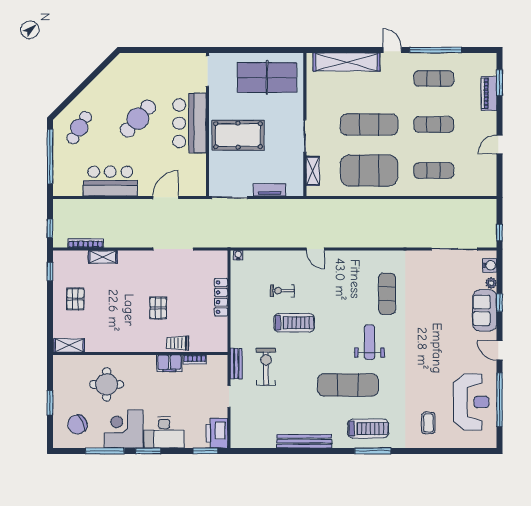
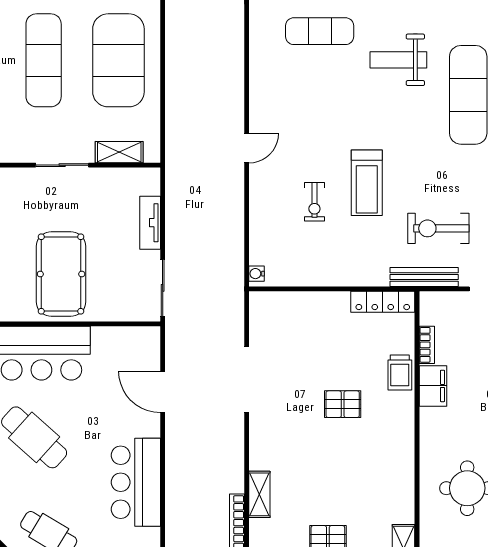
locker: (221, 297) -> (383, 302), moved
treadmill: (294, 323) -> (367, 183), turned 180
bench: (236, 364) -> (424, 277), width x1.36

